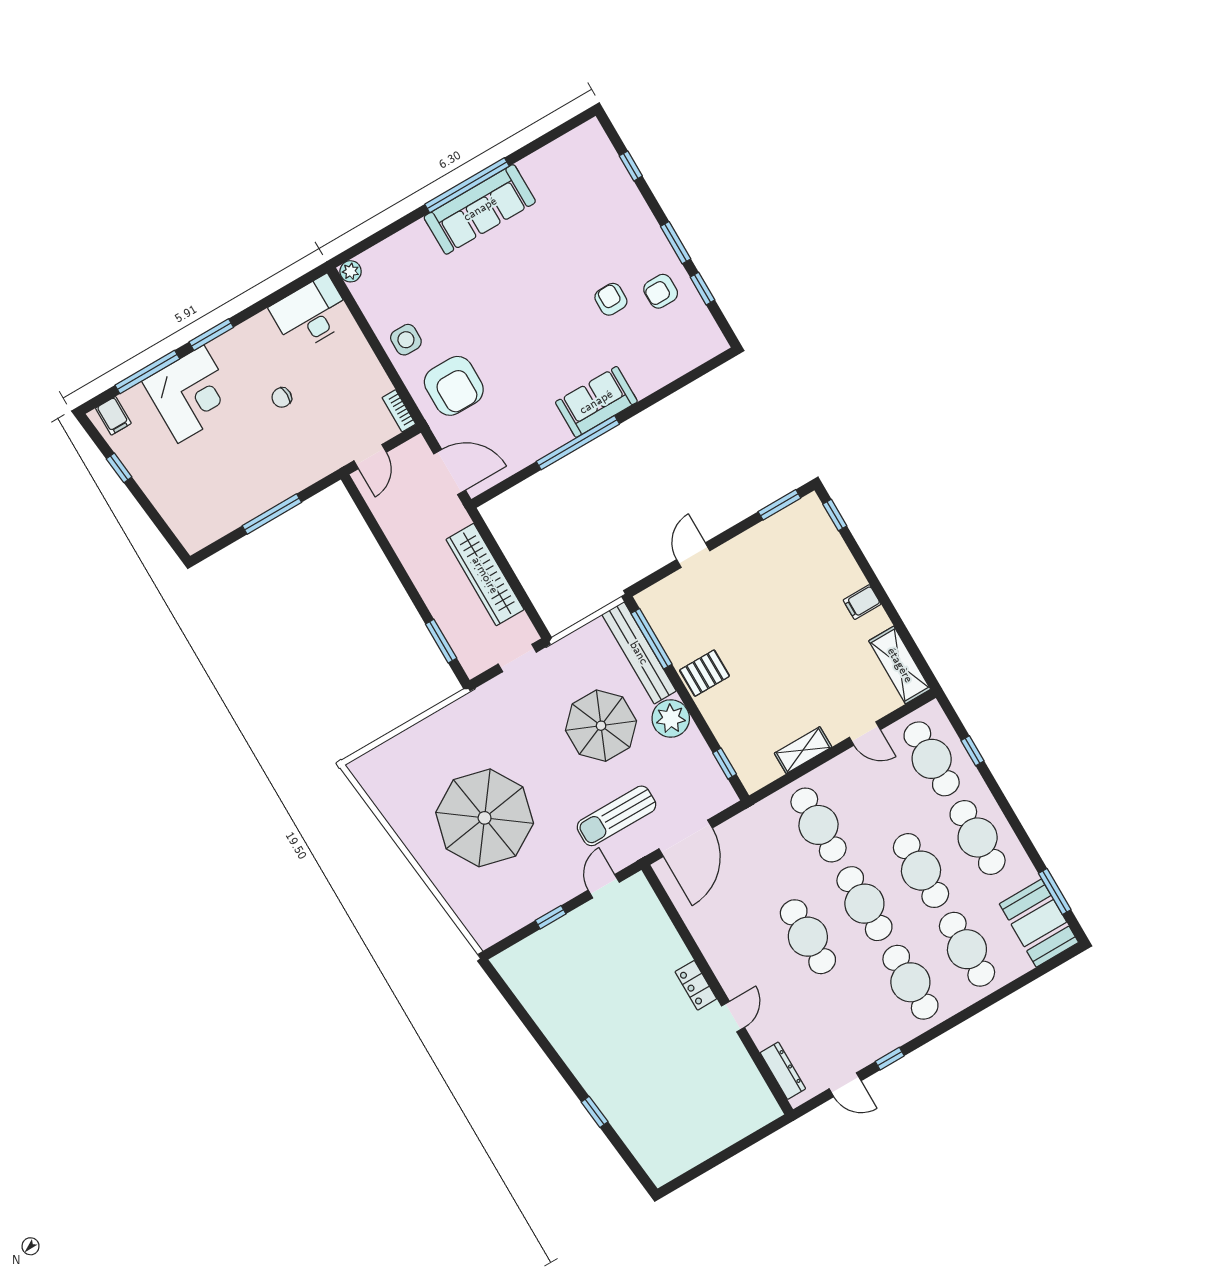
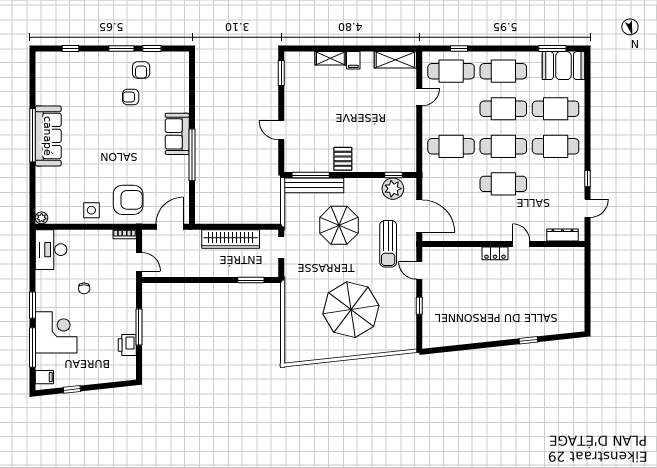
printer: (235, 512) -> (127, 345), added
window: (835, 515) -> (302, 49), removed
plant: (671, 718) -> (393, 189), moved
shelving: (803, 750) -> (330, 58), moved, turned 90

